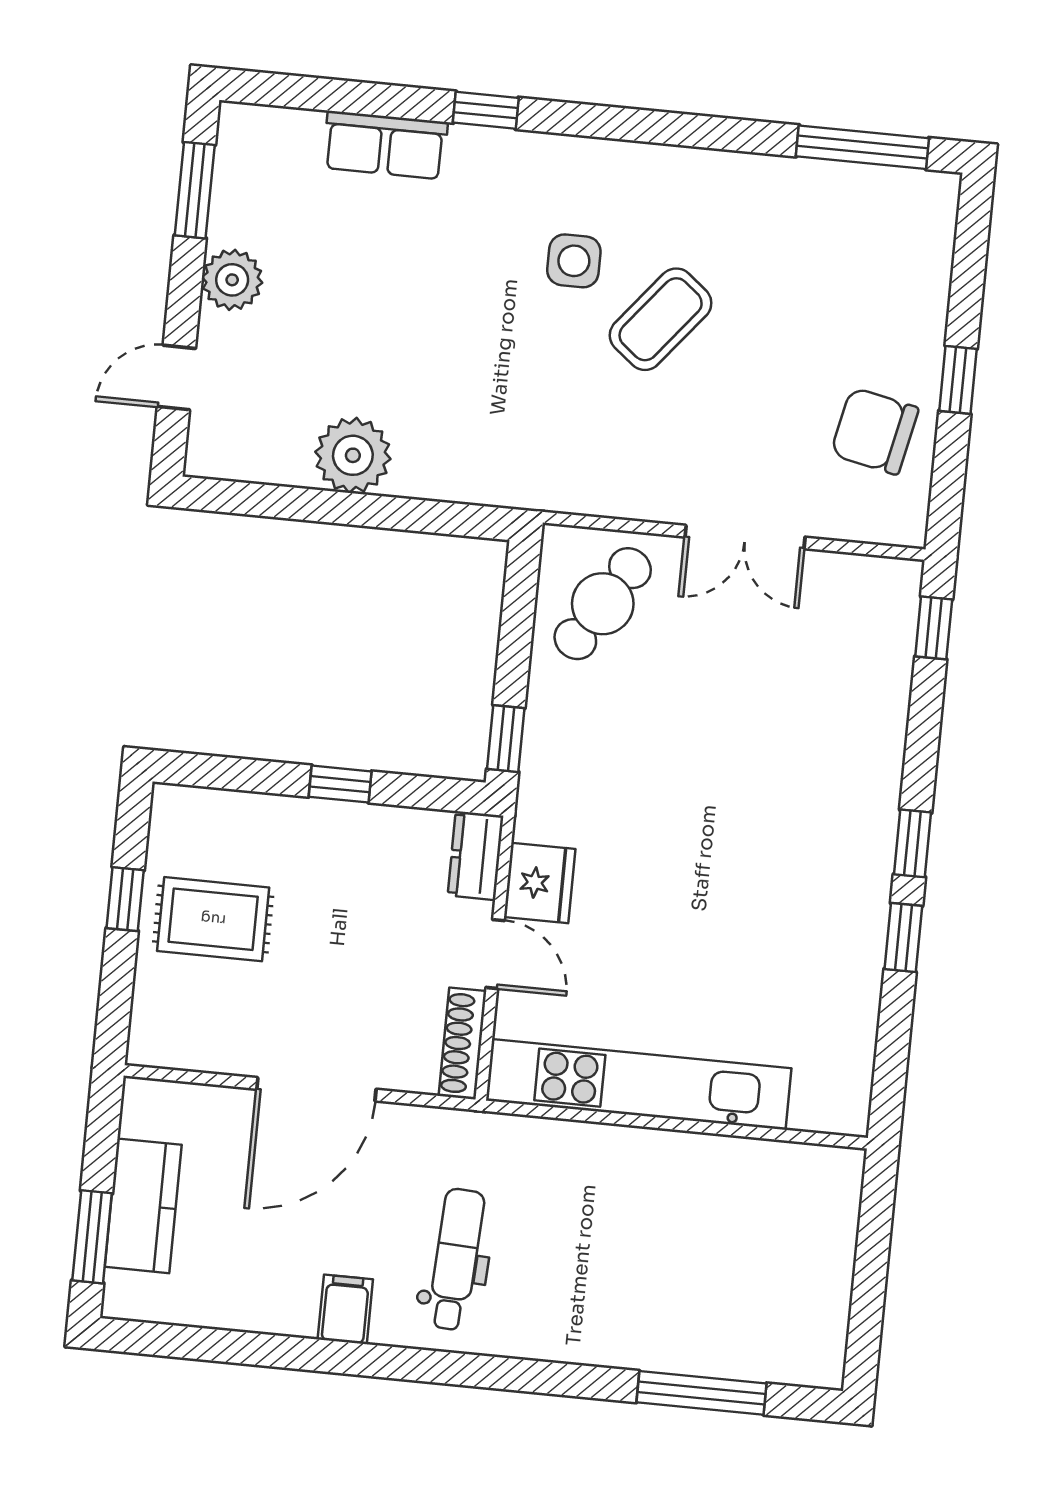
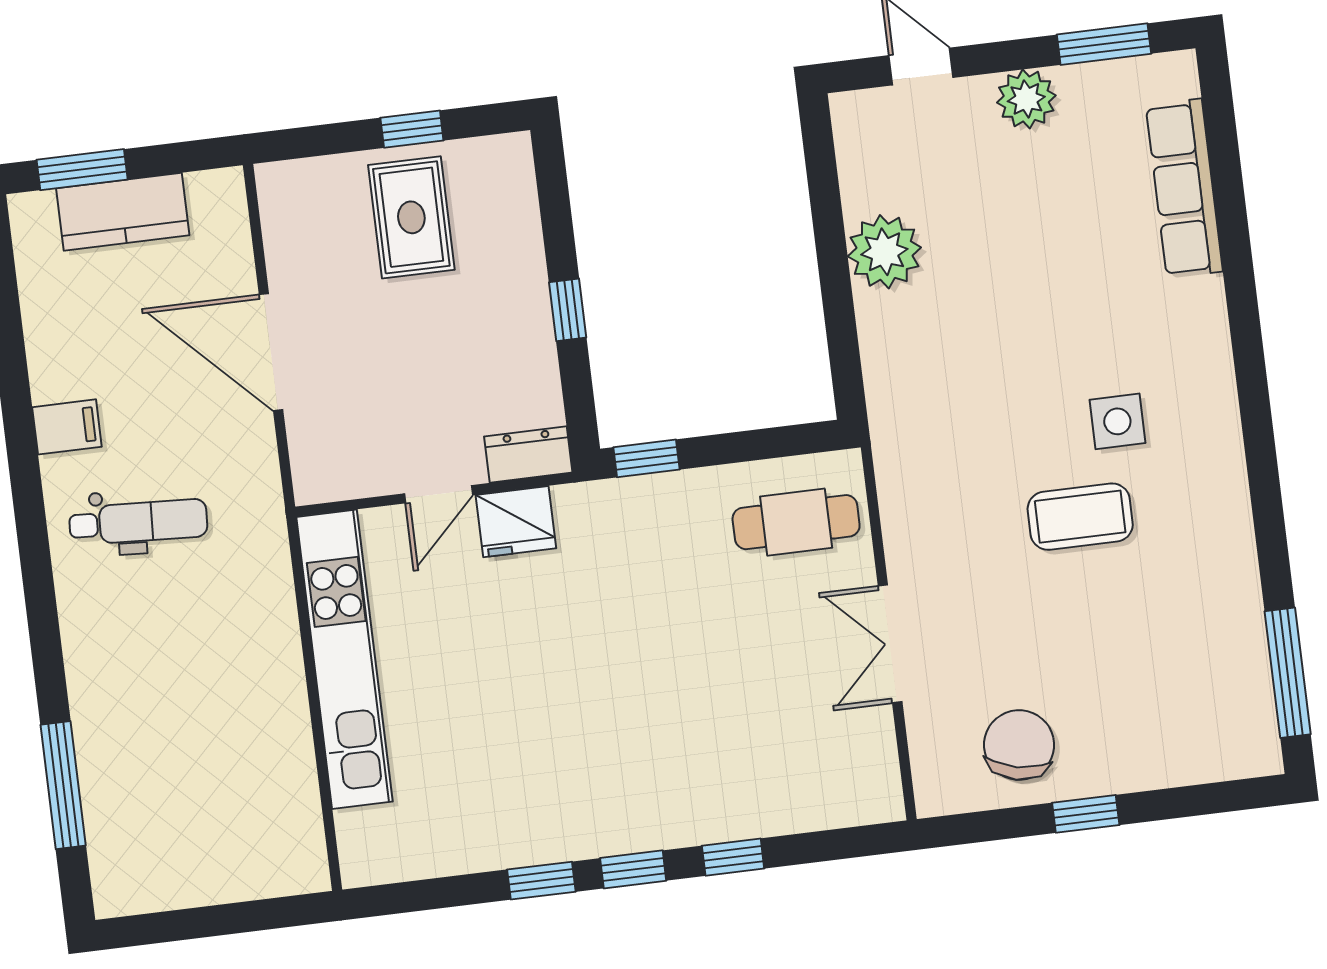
window: (486, 110) -> (1242, 305), removed
row of seats: (385, 145) -> (1184, 188), width x1.48
coffee table: (661, 319) -> (1080, 517), turned -39
cafe table: (603, 604) -> (796, 522), turned -32
window: (934, 628) -> (733, 857), moved
shoe rack: (462, 1043) -> (346, 482), removed

